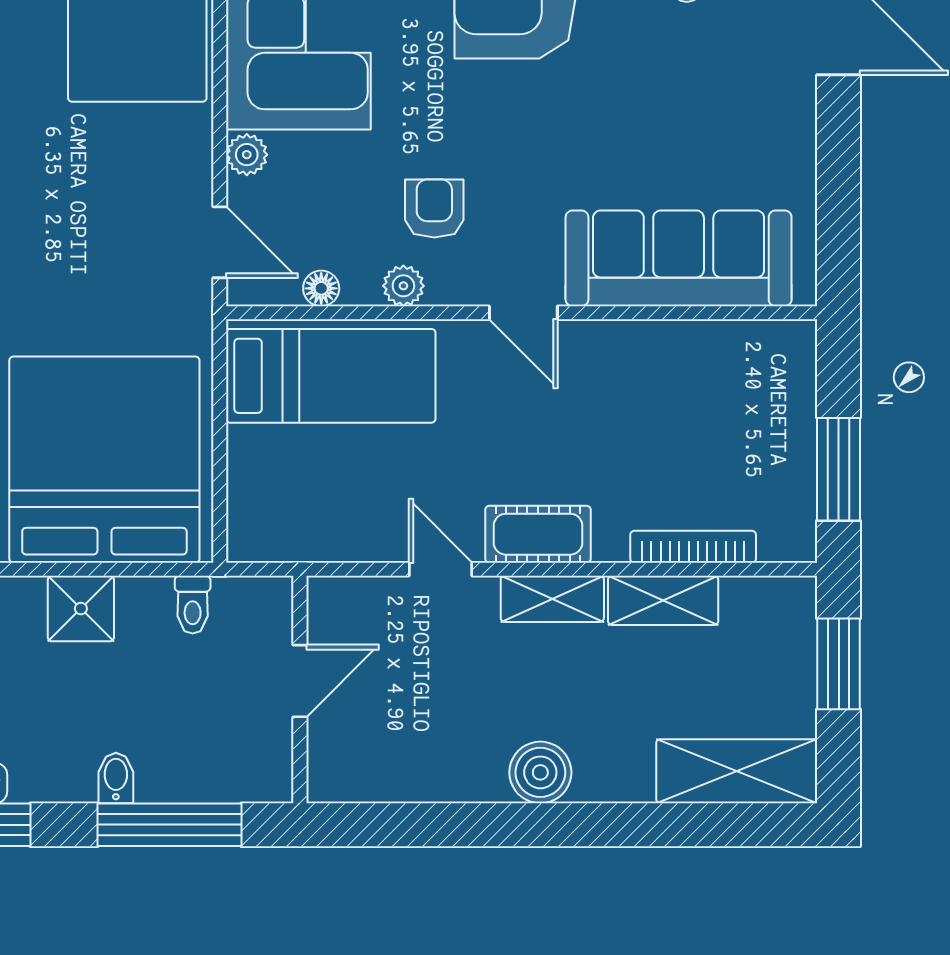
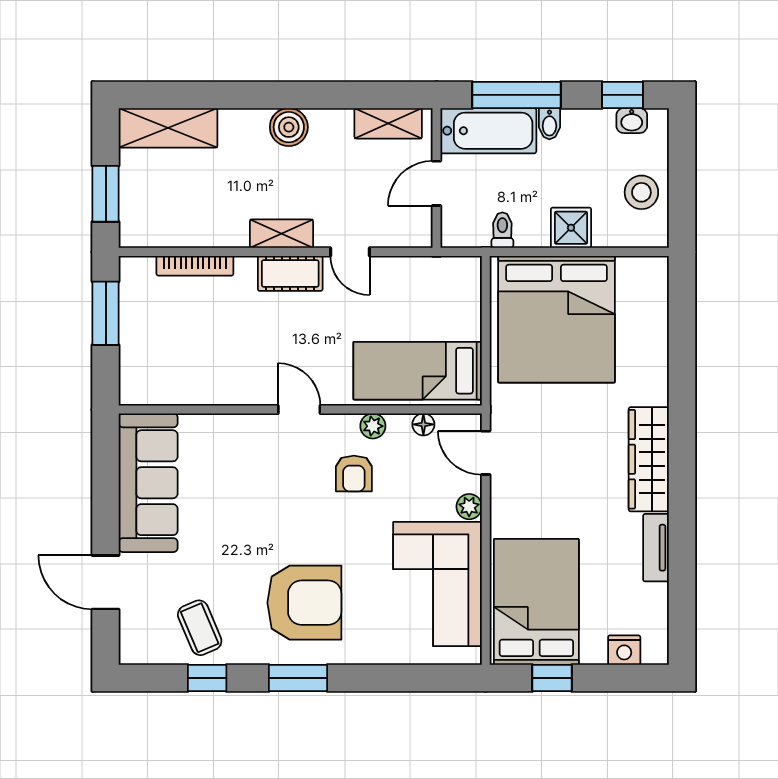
sofa: (679, 258) -> (148, 483), moved, turned -90
shelving: (663, 600) -> (388, 123), moved
bathtub: (215, 767) -> (488, 131), added

